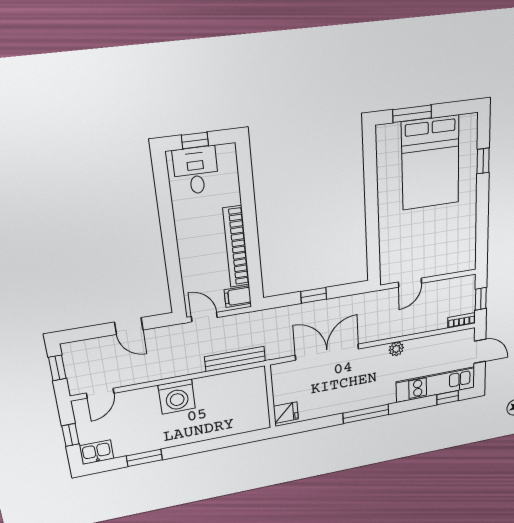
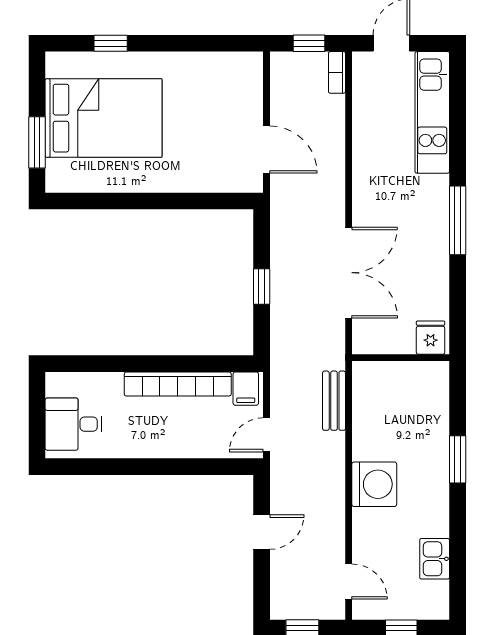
window: (195, 141) -> (37, 421), removed
door: (410, 283) -> (266, 149), width x1.37
plant: (396, 349) -> (363, 172), removed
double door: (327, 352) -> (349, 273), swing flipped
bench: (235, 359) -> (334, 401), width x0.73
window: (448, 398) -> (458, 94), removed
kitchen sink: (97, 452) -> (435, 559), moved
window: (144, 458) -> (458, 459), moved

